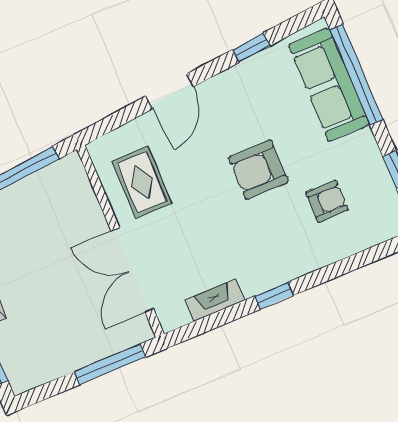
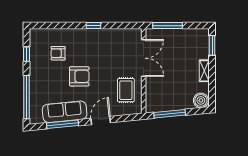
window: (251, 48) -> (62, 124), width x2.17
sofa: (329, 85) -> (65, 112), moved, turned -96
fireplace: (215, 300) -> (117, 33), removed

